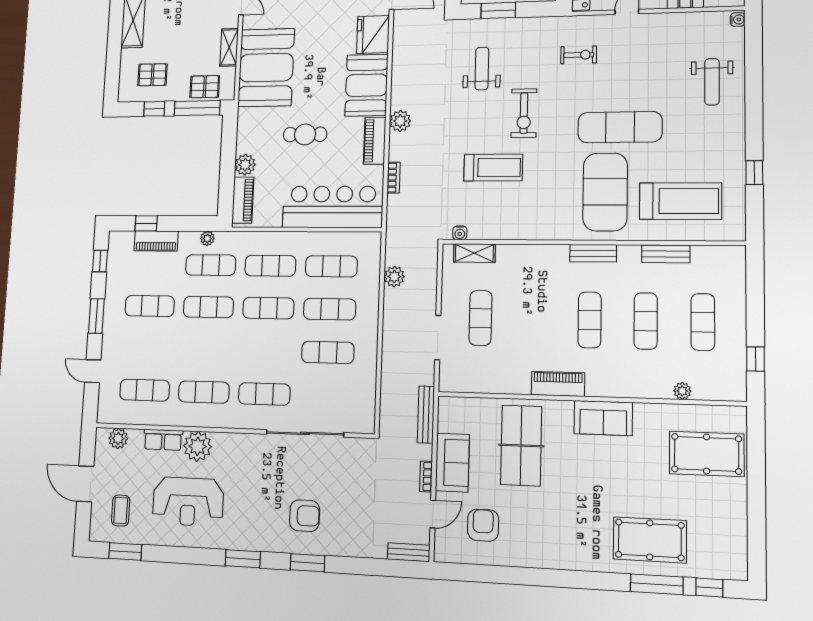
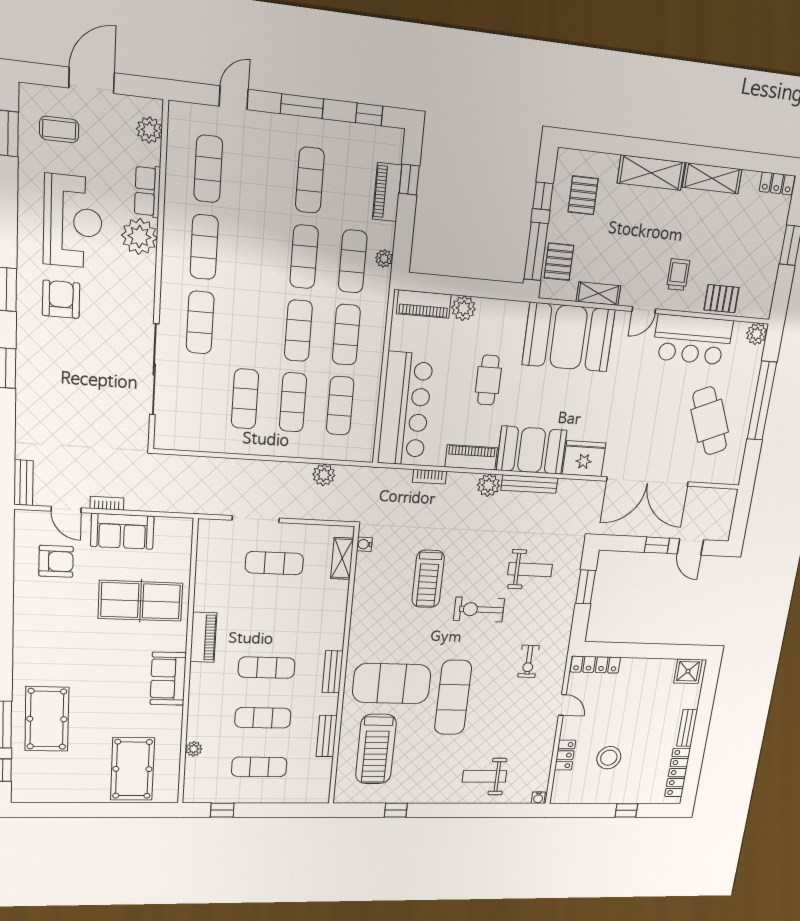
bench: (426, 415) -> (529, 484), moved
reception desk: (188, 501) -> (73, 221), turned 180
armchair: (305, 516) -> (61, 299), moved, turned 180

